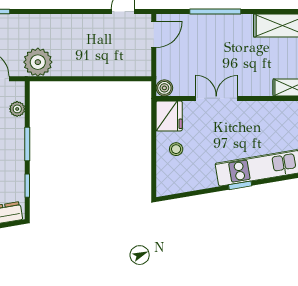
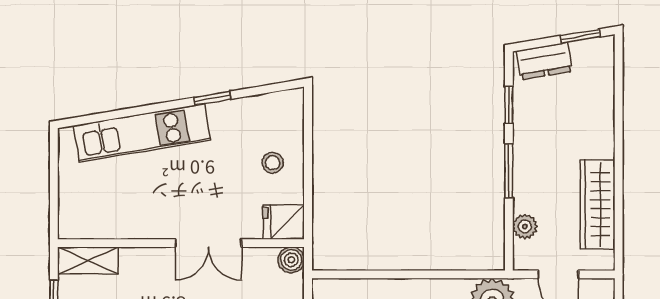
fridge: (169, 116) -> (284, 222), width x0.72
window: (240, 185) -> (212, 98), moved

